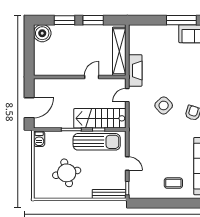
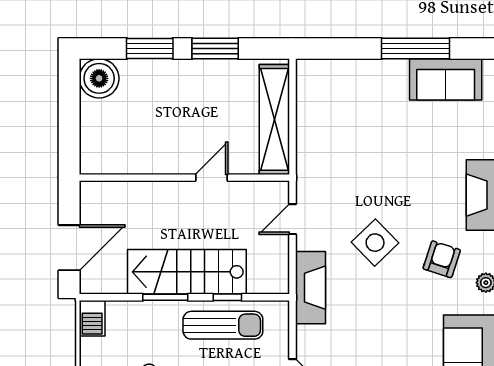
fireplace: (135, 70) -> (311, 288), moved
stairs: (100, 118) -> (187, 272), moved
sun lounger: (97, 142) -> (223, 325), width x0.73, depth x0.75

